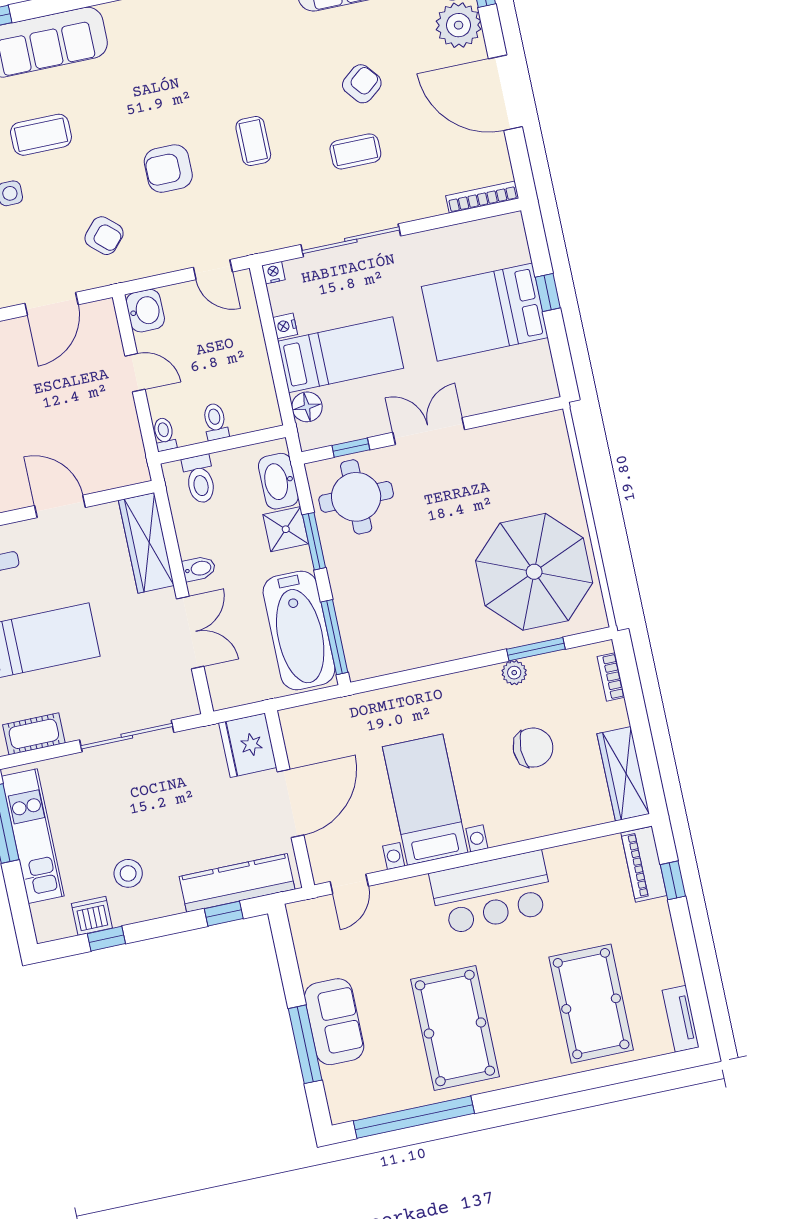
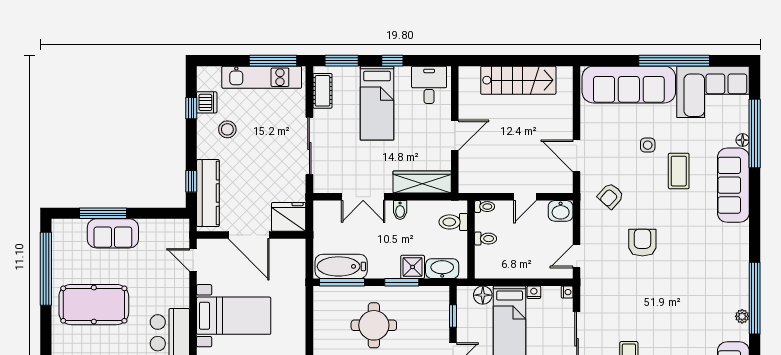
coffee table: (253, 141) -> (648, 297), removed
round table: (356, 497) -> (374, 325), moved
bathtub: (299, 630) -> (341, 266), width x0.73, depth x0.73

